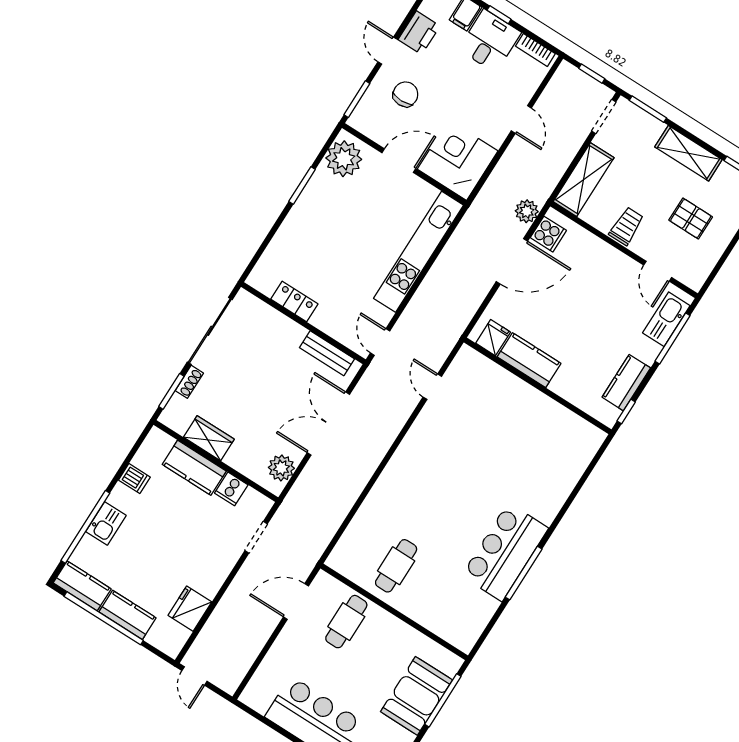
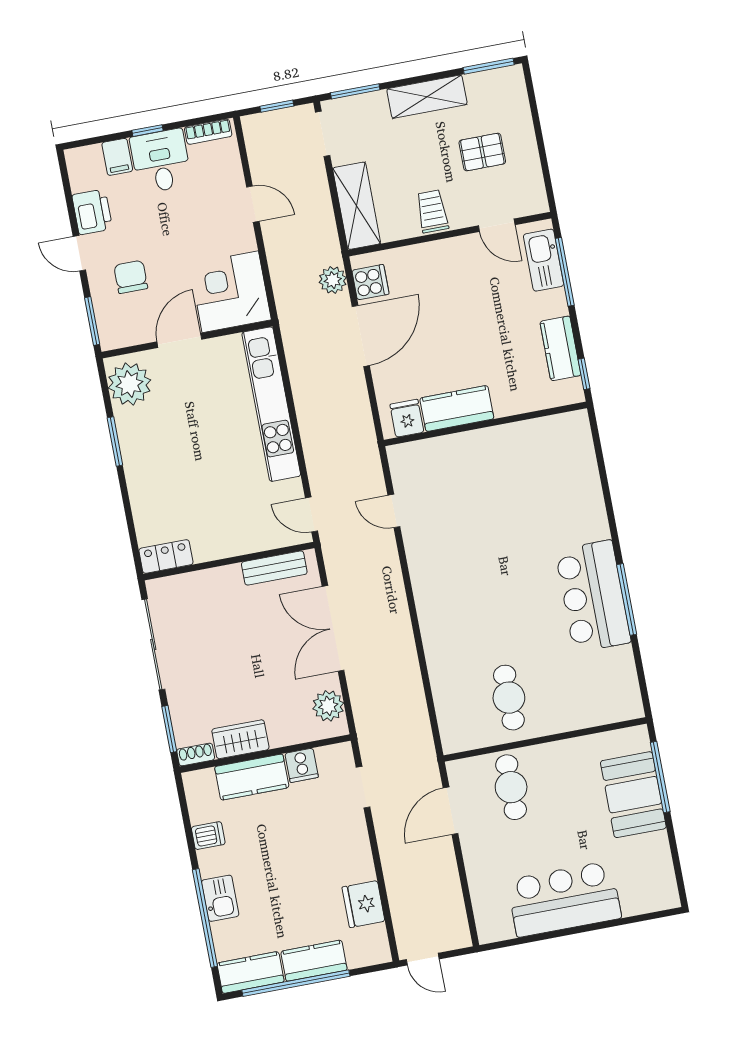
locker: (294, 302) -> (166, 556), moved
shoe rack: (189, 382) -> (196, 754), moved, turned -90

